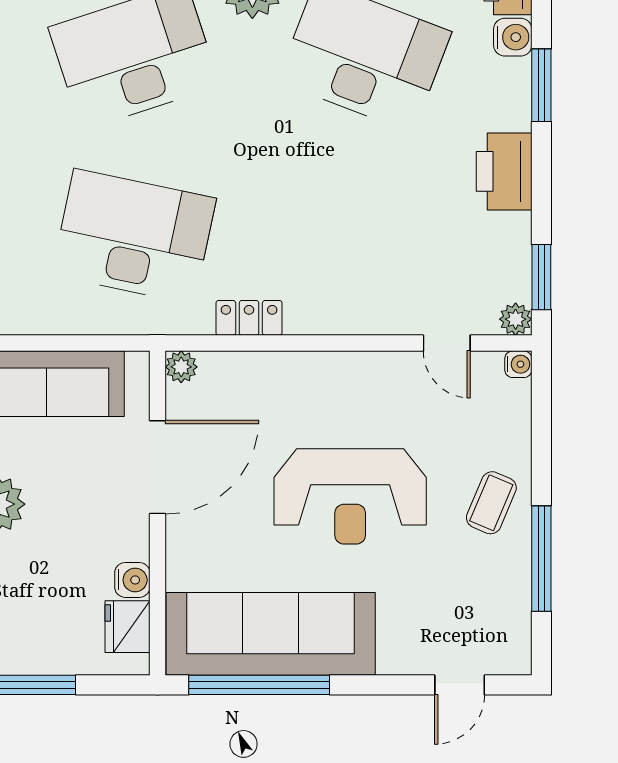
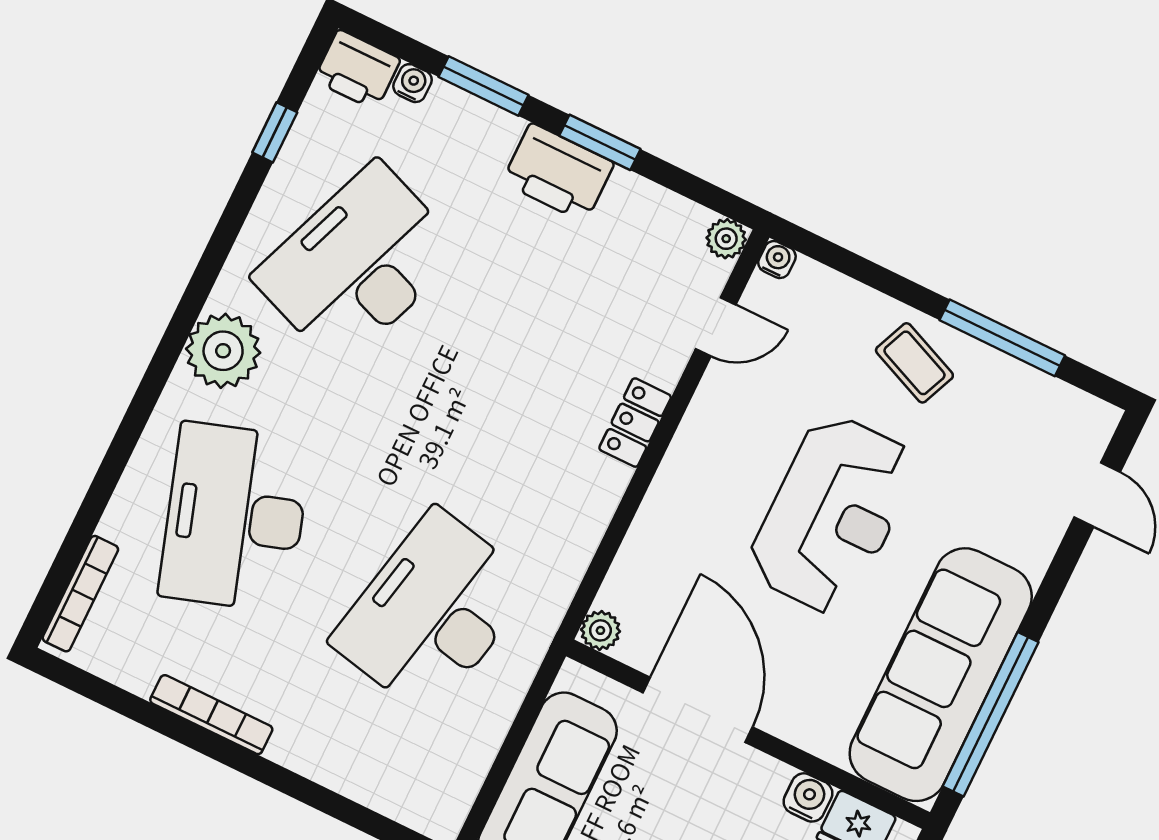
water cooler: (513, 37) -> (413, 83), width x0.72, depth x0.72
window: (541, 277) -> (600, 142), moved
locker: (249, 318) -> (635, 423), moved

